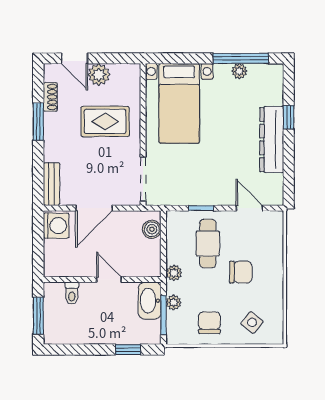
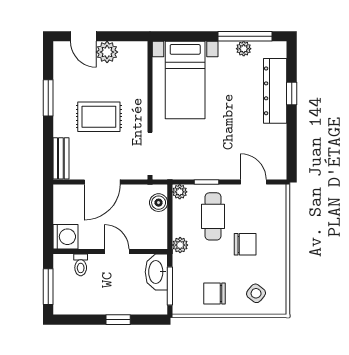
shoe rack: (50, 97) -> (60, 74), removed
rug: (105, 121) -> (99, 117), moved
dresser: (272, 140) -> (275, 91), moved
washing machine: (56, 226) -> (65, 237), moved
plant: (174, 302) -> (180, 192), moved
chair: (209, 323) -> (215, 293), turned -90
window: (128, 350) -> (118, 320), moved

